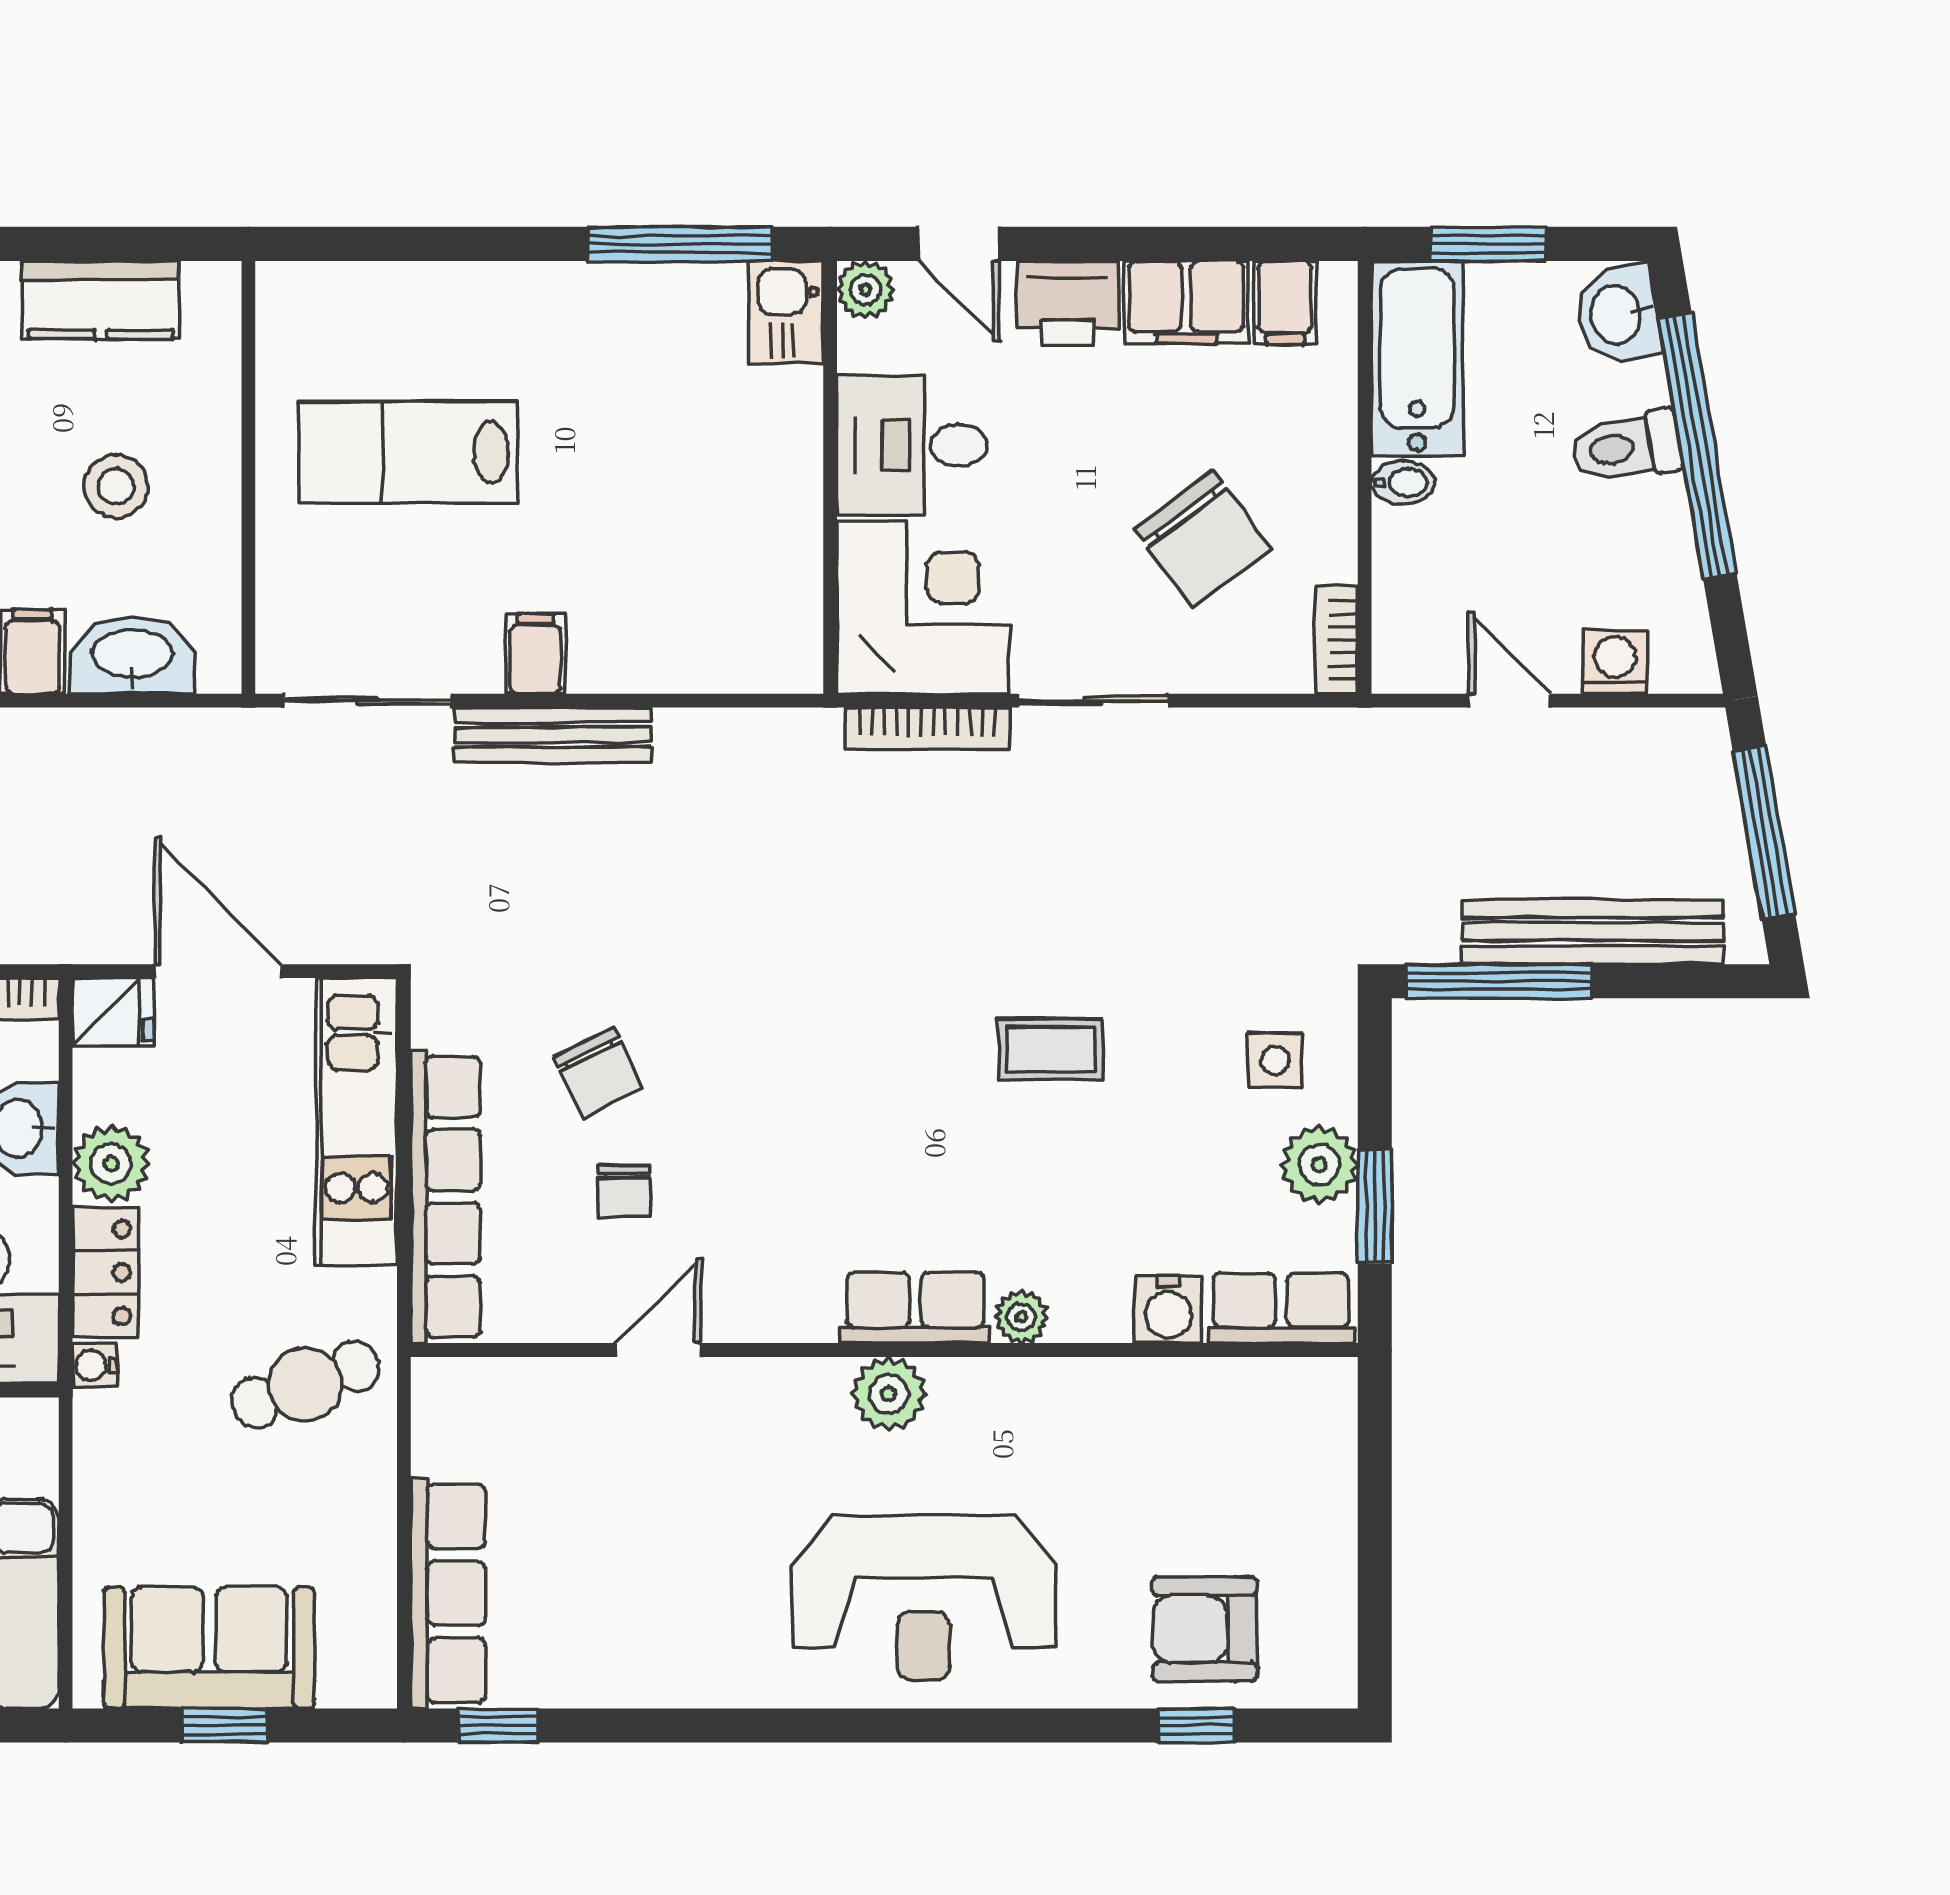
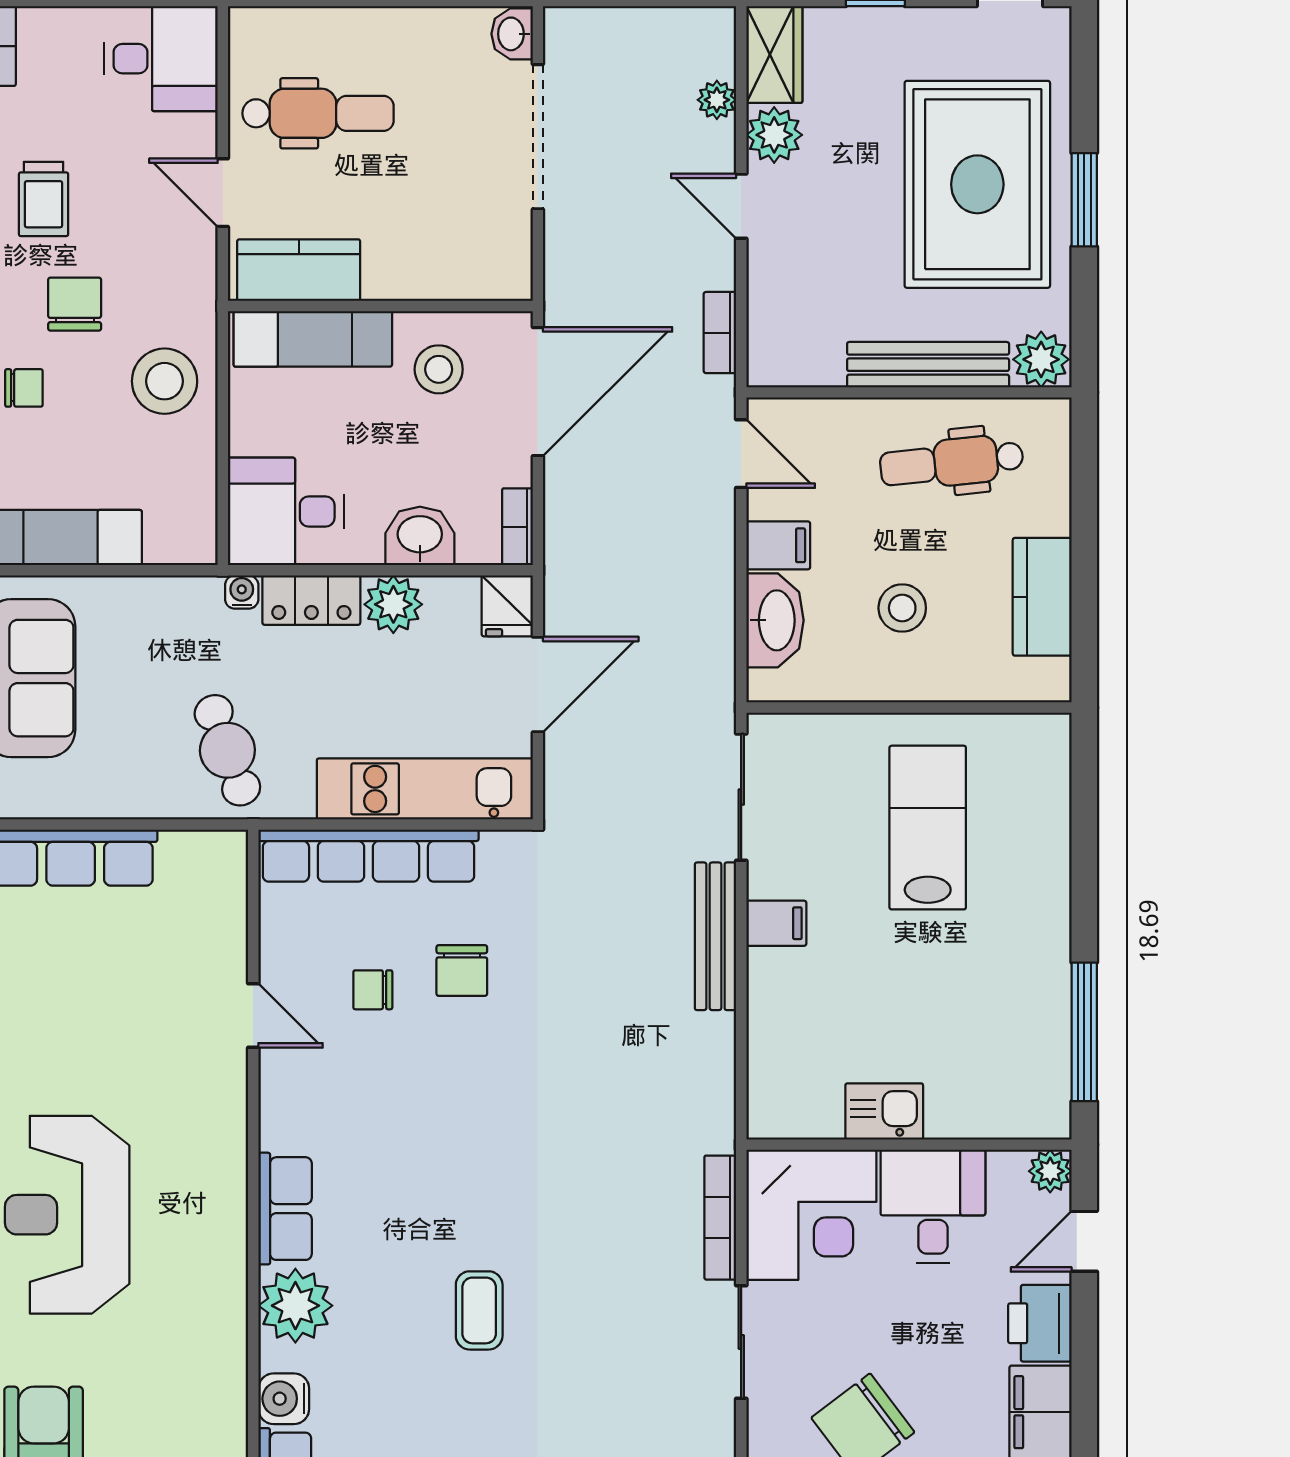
kitchen sink: (786, 312) -> (884, 1111), moved
chair: (598, 1072) -> (462, 970), turned -64
plant: (1021, 1317) -> (295, 1306), width x1.88, depth x1.88
plant: (889, 1394) -> (220, 1189), removed

